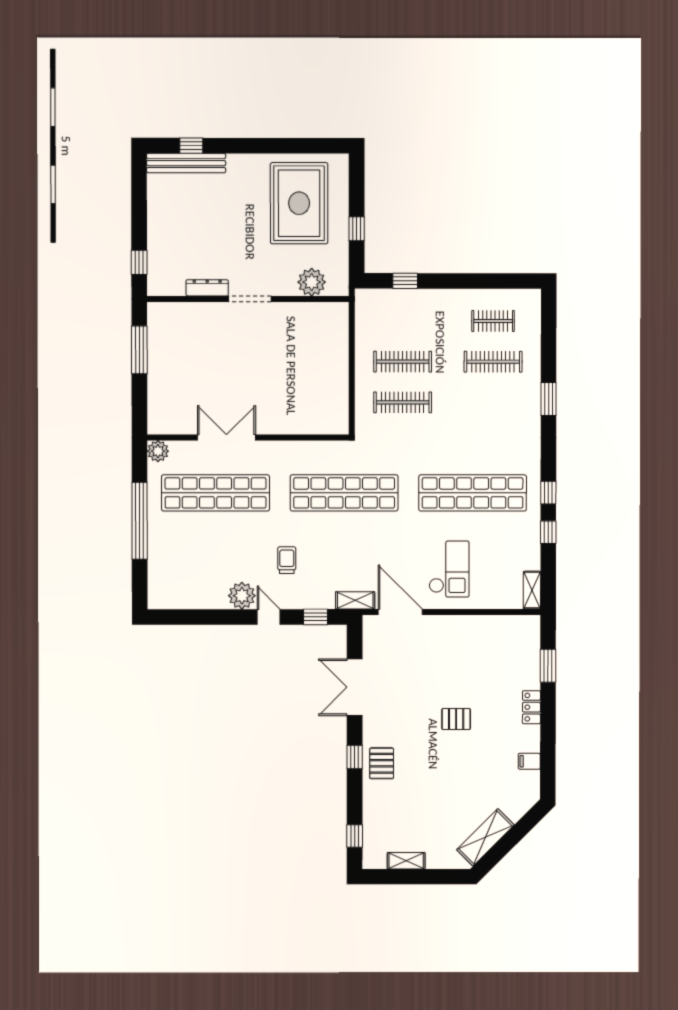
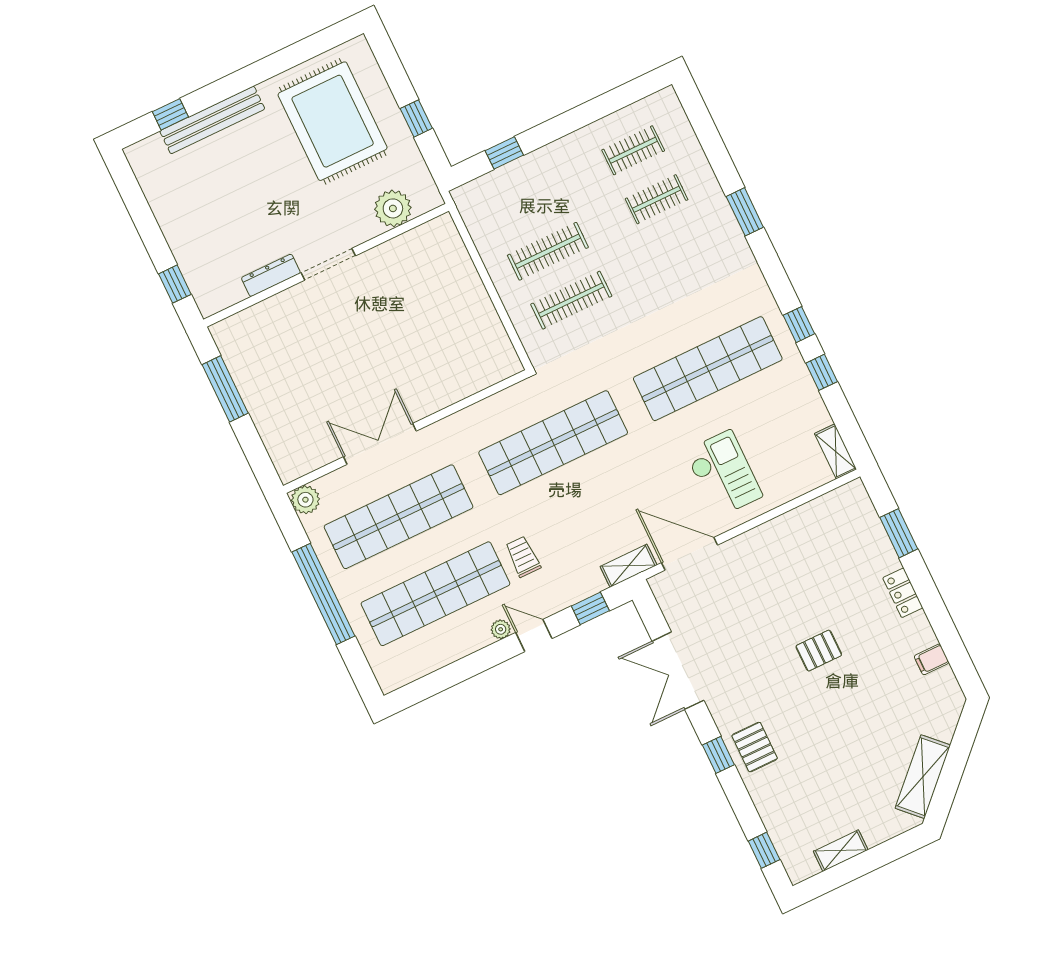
bench: (186, 163) -> (212, 120), moved
clothes rail: (493, 362) -> (657, 199), width x0.73
shop shelf: (216, 557) -> (435, 594), added
plant: (242, 596) -> (501, 629), width x0.53, depth x0.53

